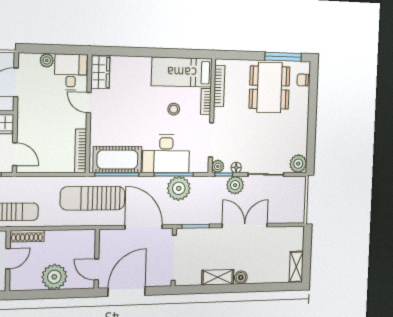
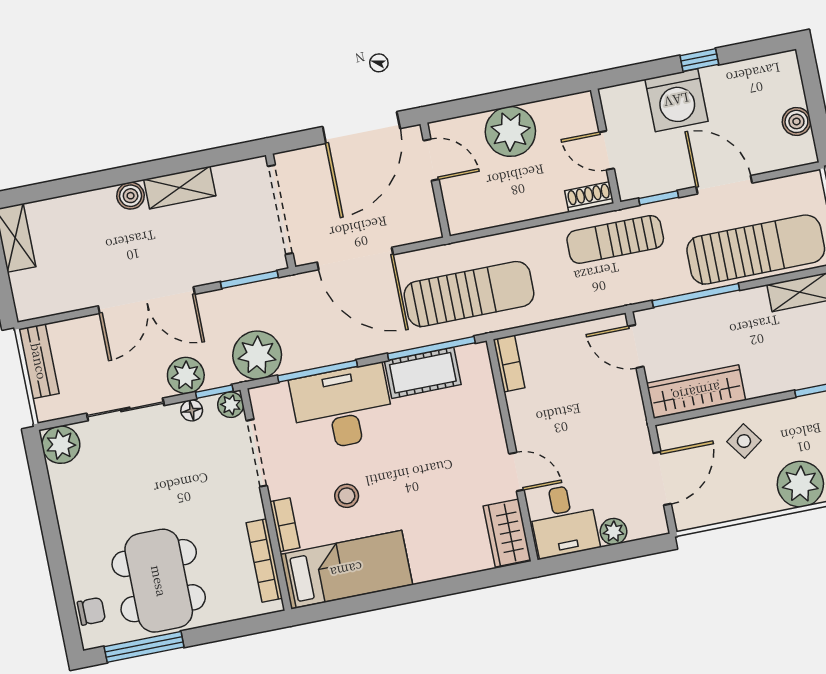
bookcase: (81, 151) -> (509, 363), width x0.64
cot: (117, 160) -> (423, 373), width x0.73, depth x0.75
plant: (179, 188) -> (257, 355), moved
bench: (299, 206) -> (39, 361), added
shoe rack: (27, 236) -> (589, 197), width x0.70
door: (8, 259) -> (607, 150), hinge flipped

